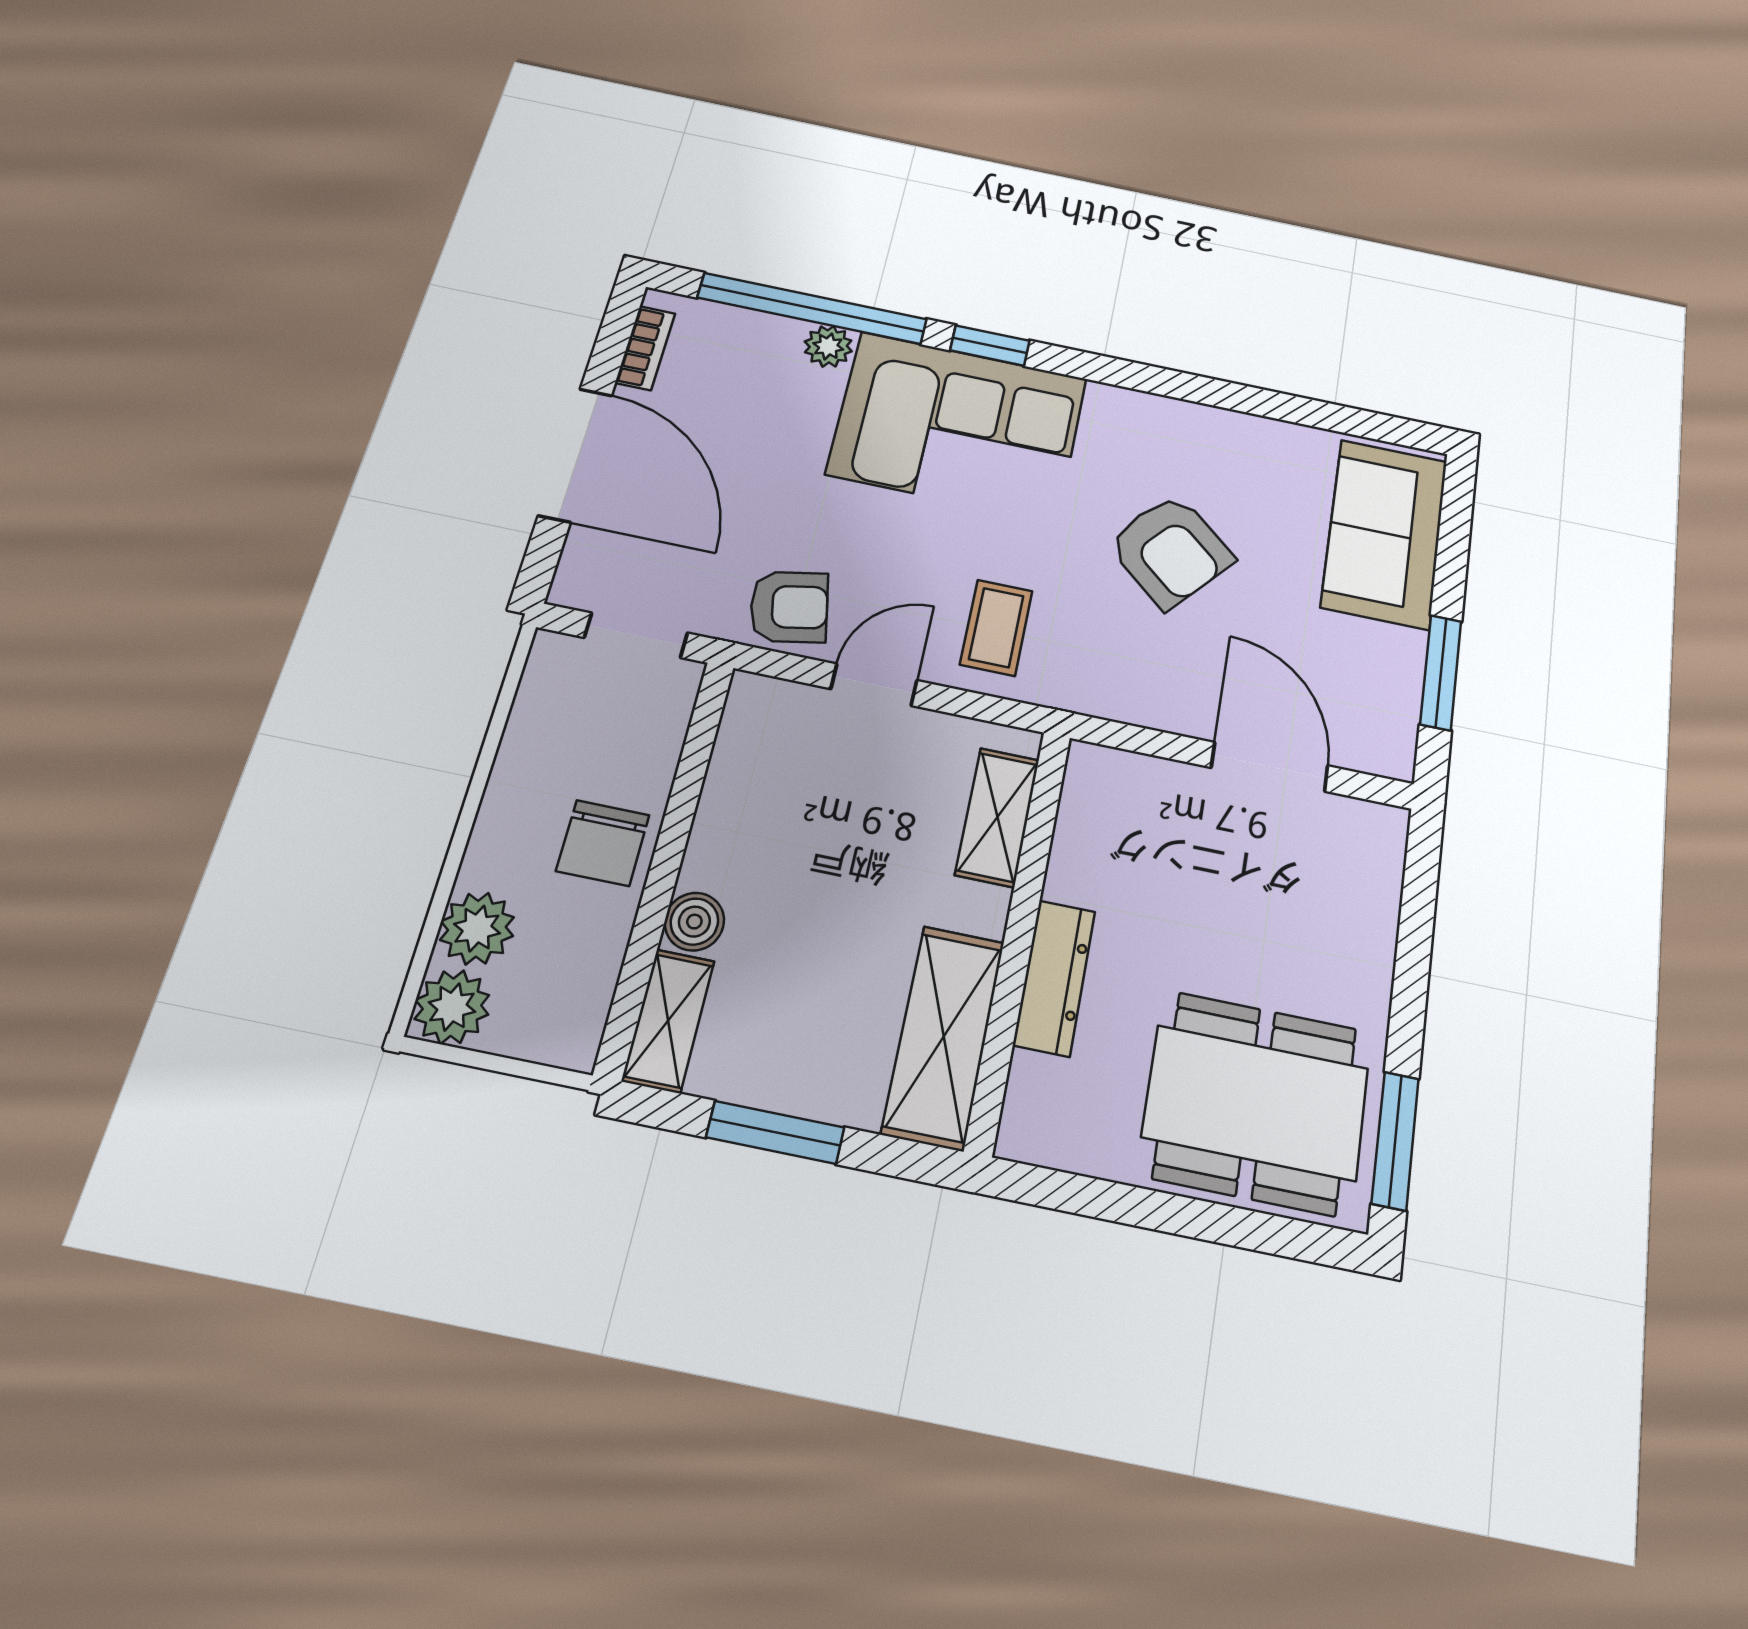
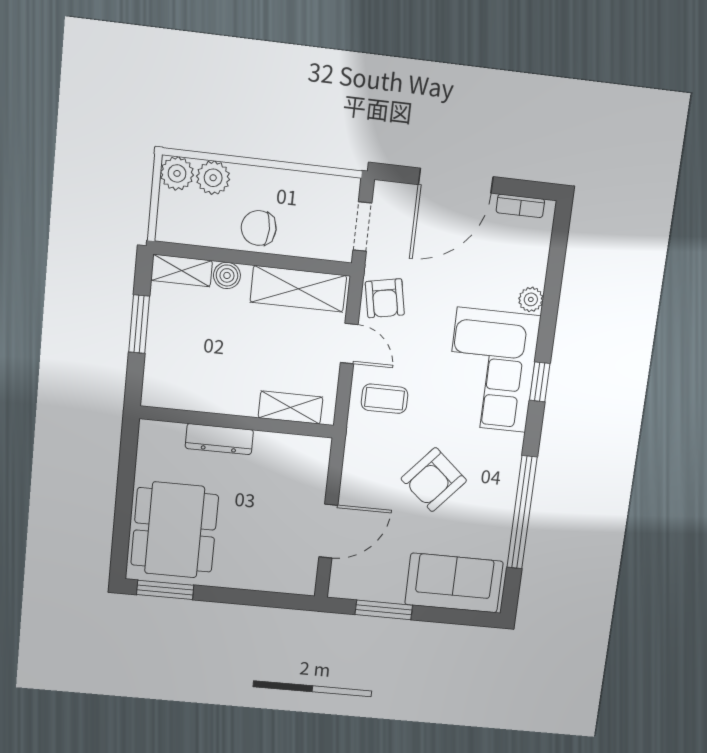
window: (812, 308) -> (522, 512), moved
shelving: (944, 1037) -> (298, 289), moved

